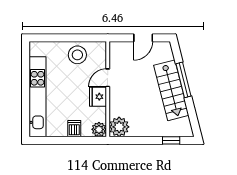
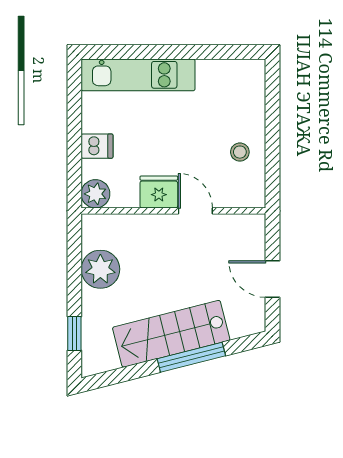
stool: (77, 55) -> (240, 152), width x0.53, depth x0.53
kitchen unit: (38, 97) -> (138, 75), width x0.73
plant: (119, 127) -> (100, 269), moved

